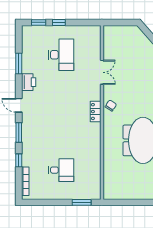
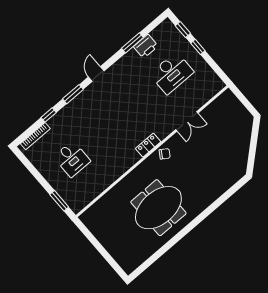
printer: (29, 82) -> (146, 46), moved

